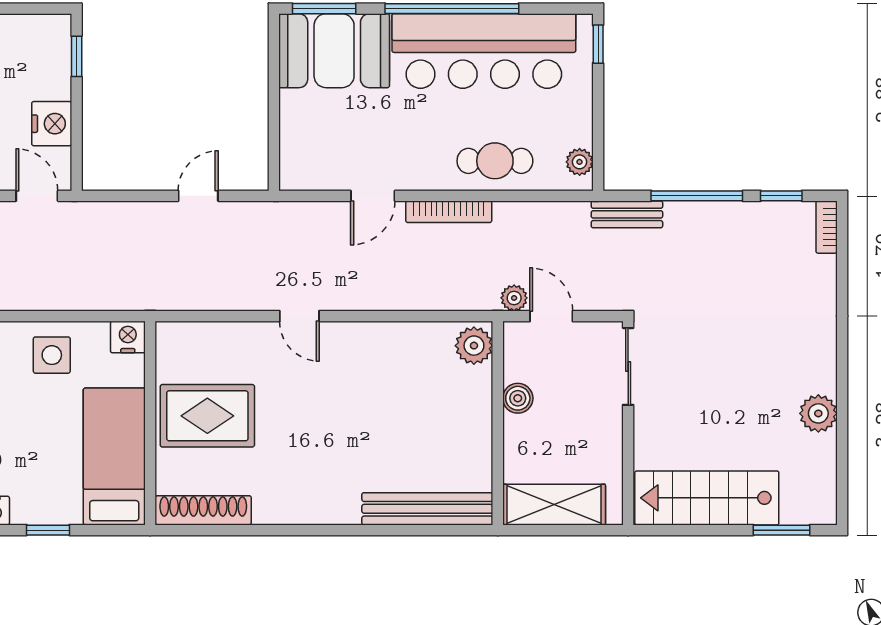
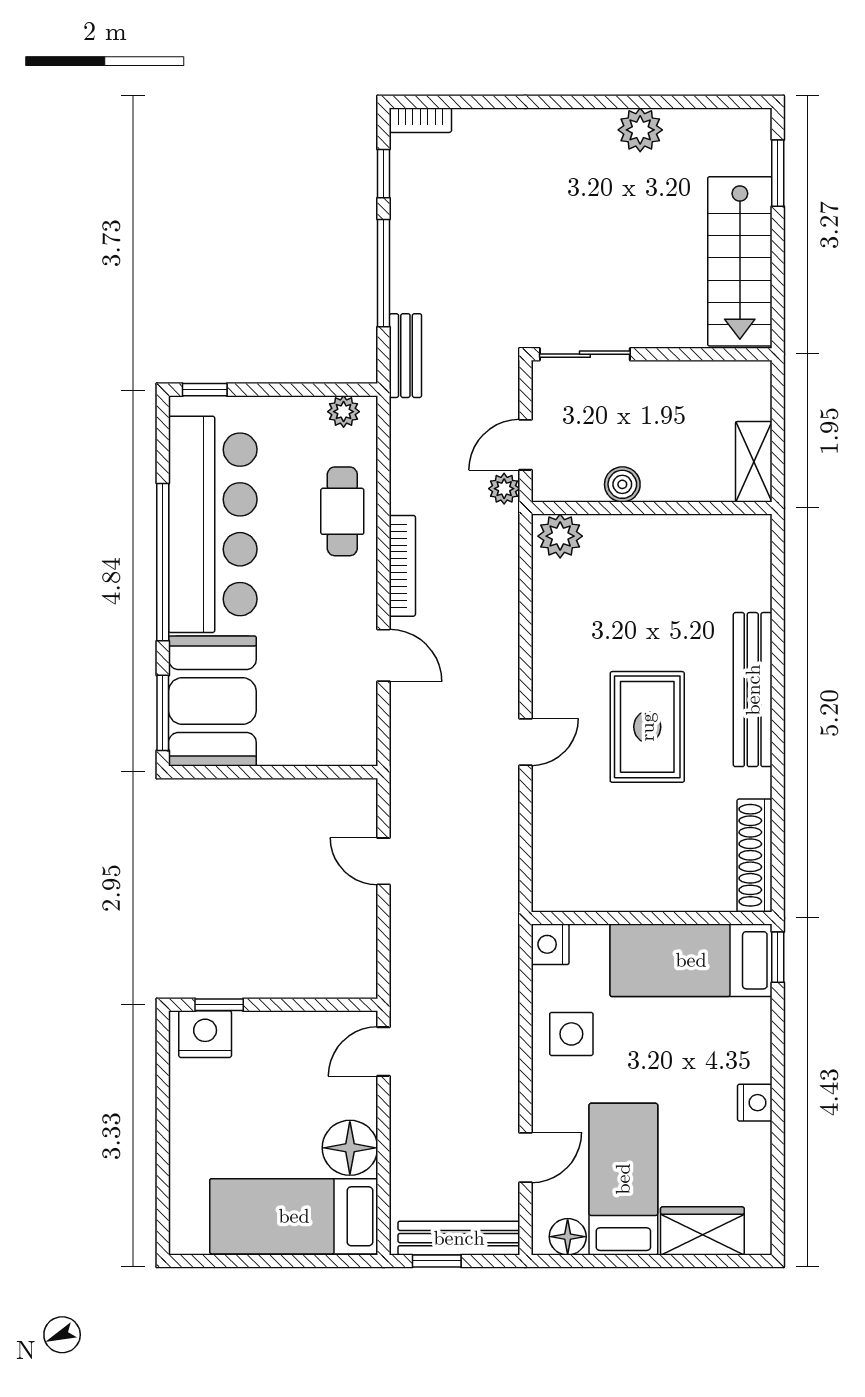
nightstand: (52, 124) -> (205, 1034), moved
rug: (207, 416) -> (647, 727), moved
shelving: (554, 505) -> (754, 462), width x0.67, depth x0.75
bench: (427, 509) -> (753, 690), moved
window: (48, 530) -> (778, 957), moved

